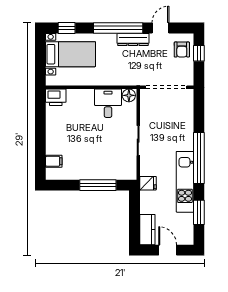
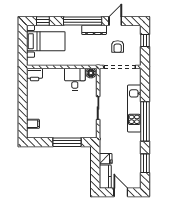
armchair: (182, 50) -> (118, 47), moved
kitchen unit: (185, 182) -> (134, 109), moved
fridge: (148, 183) -> (106, 159), moved

